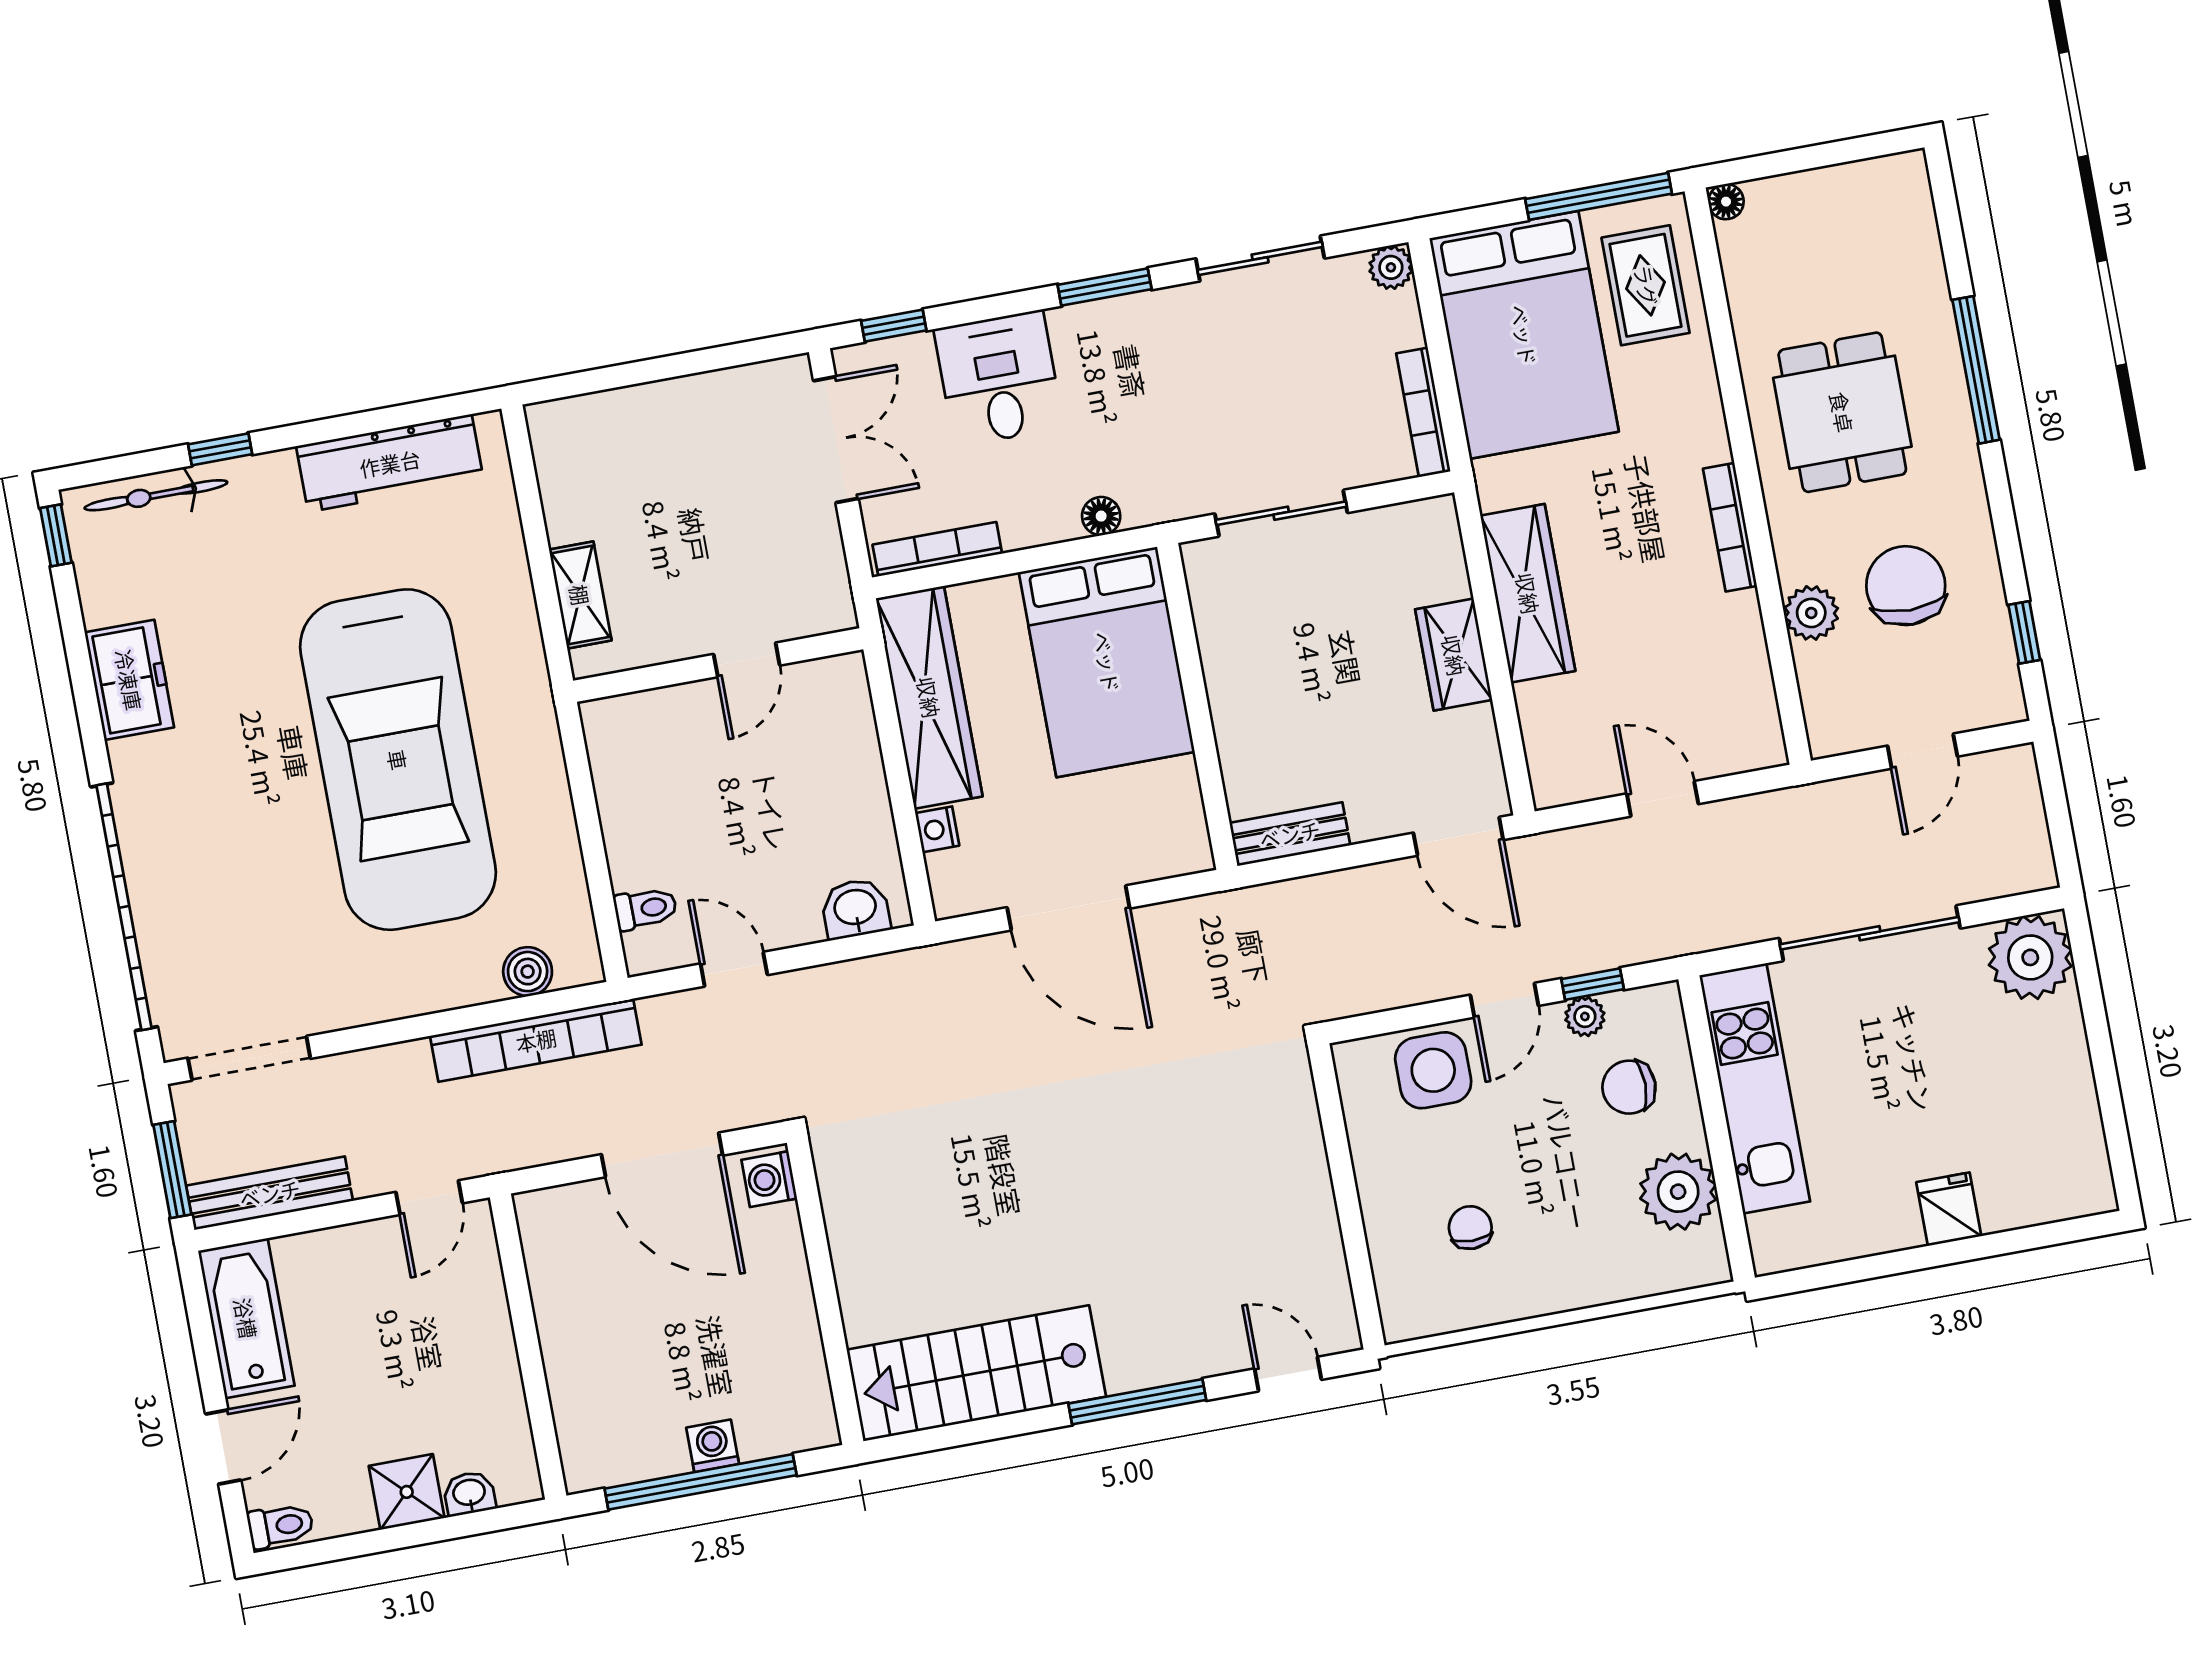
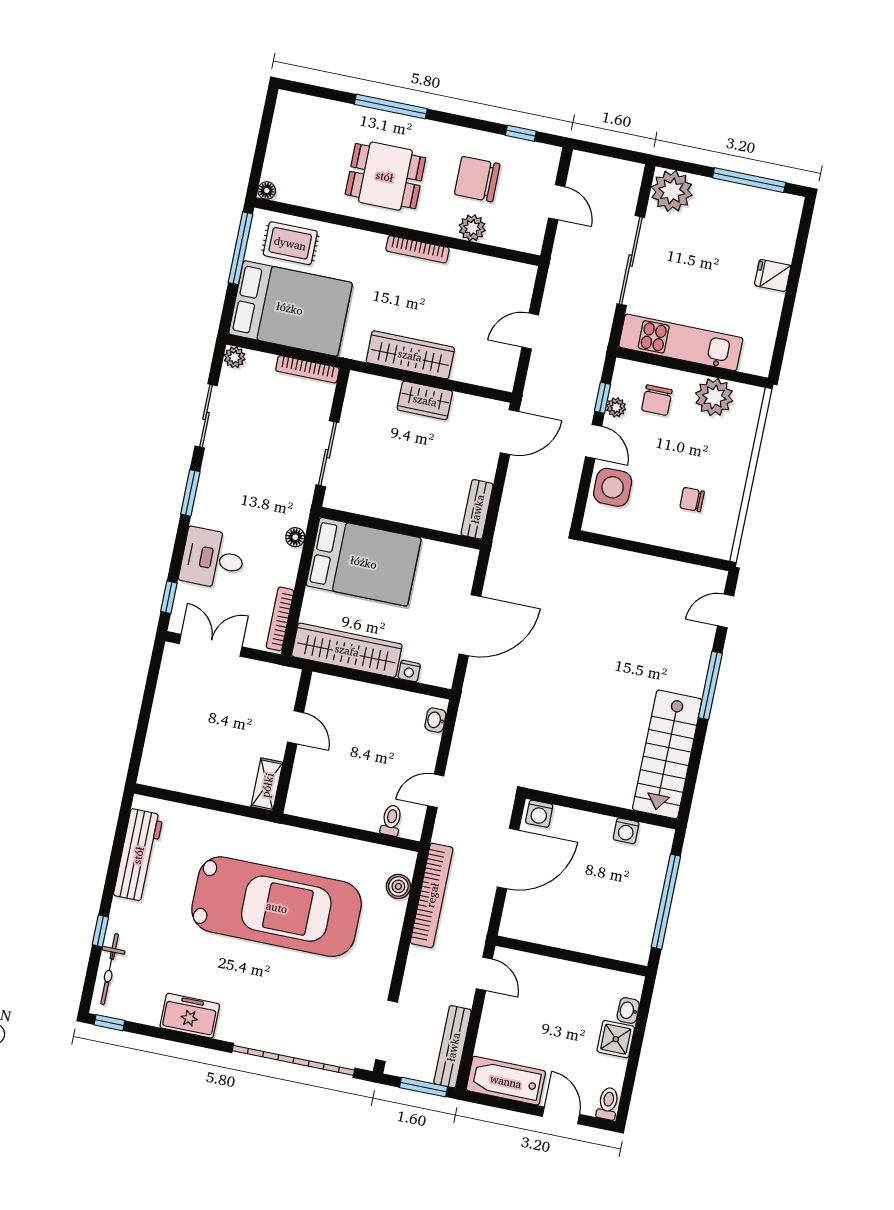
shelving: (580, 595) -> (267, 785), moved, turned 90
washbasin: (855, 909) -> (435, 720), width x0.72, depth x0.69
window: (2109, 1093) -> (749, 180), added
washing machine: (713, 1446) -> (626, 831), moved, turned -90

